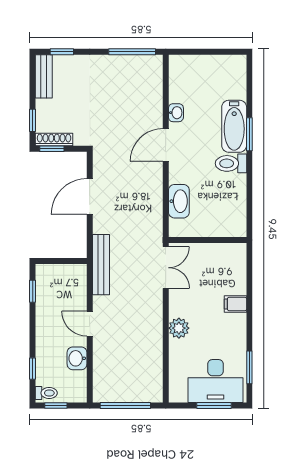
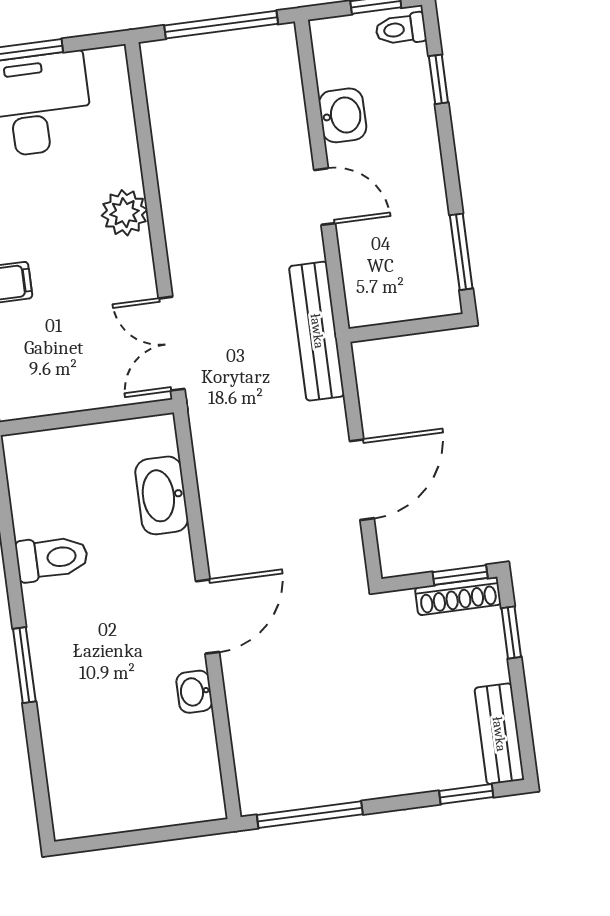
bathtub: (234, 126) -> (61, 679), removed
toilet: (231, 163) -> (52, 558), moved
window: (33, 291) -> (461, 252), width x1.50

